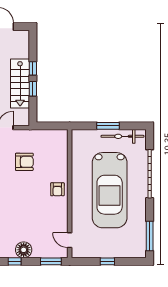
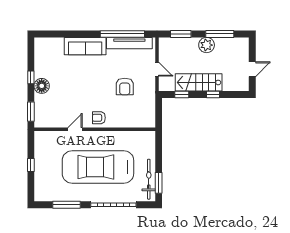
window: (33, 89) -> (182, 95), moved
window: (108, 126) -> (159, 183), moved
window: (150, 236) -> (66, 205), moved
door: (70, 240) -> (75, 129), moved

